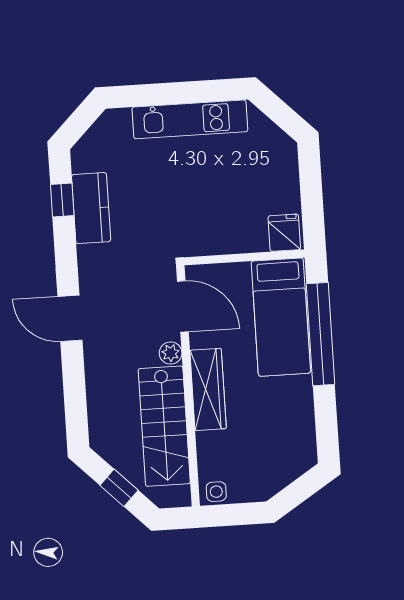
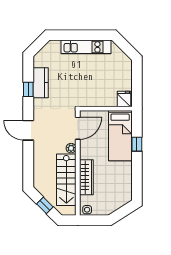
window: (62, 200) -> (28, 89), moved
door: (183, 306) -> (78, 128), hinge flipped
window: (321, 334) -> (137, 144), width x0.32
wardrobe: (208, 389) -> (86, 177), moved

